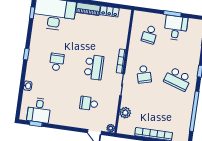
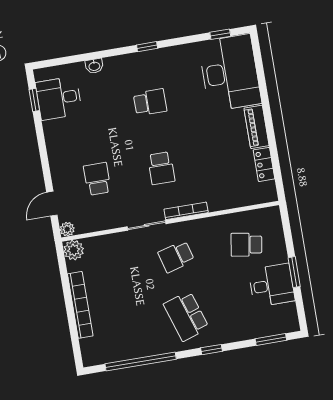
school desk: (94, 67) -> (161, 168), width x0.54
school desk: (178, 79) -> (186, 316), turned -36
plant: (125, 113) -> (74, 250), moved

